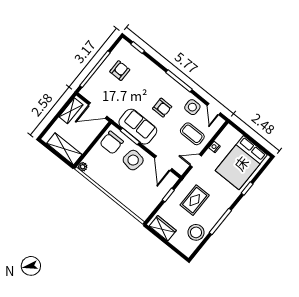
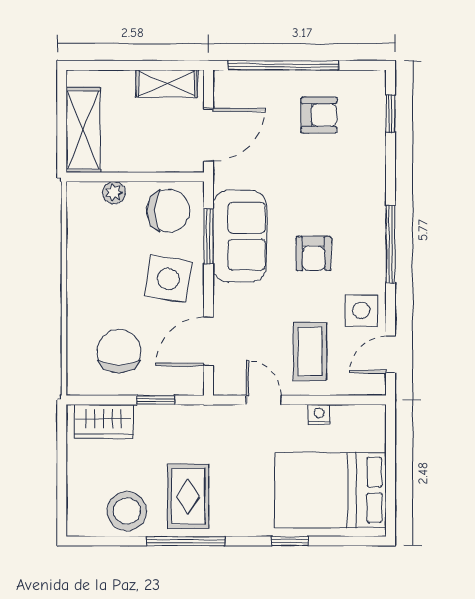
door: (98, 111) -> (209, 135), swing flipped
chair: (112, 143) -> (168, 211), turned 180
plant: (83, 167) -> (114, 193), moved
chair: (143, 194) -> (119, 351), added
rug: (195, 200) -> (188, 496), moved, turned 90
wardrobe: (163, 228) -> (104, 421), moved, turned 90

